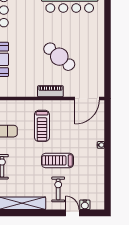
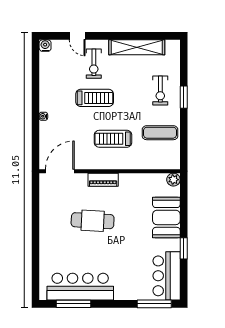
cafe table: (59, 57) -> (93, 221), turned -37
treadmill: (42, 126) -> (113, 139), turned -90
water cooler: (85, 205) -> (45, 46), moved

